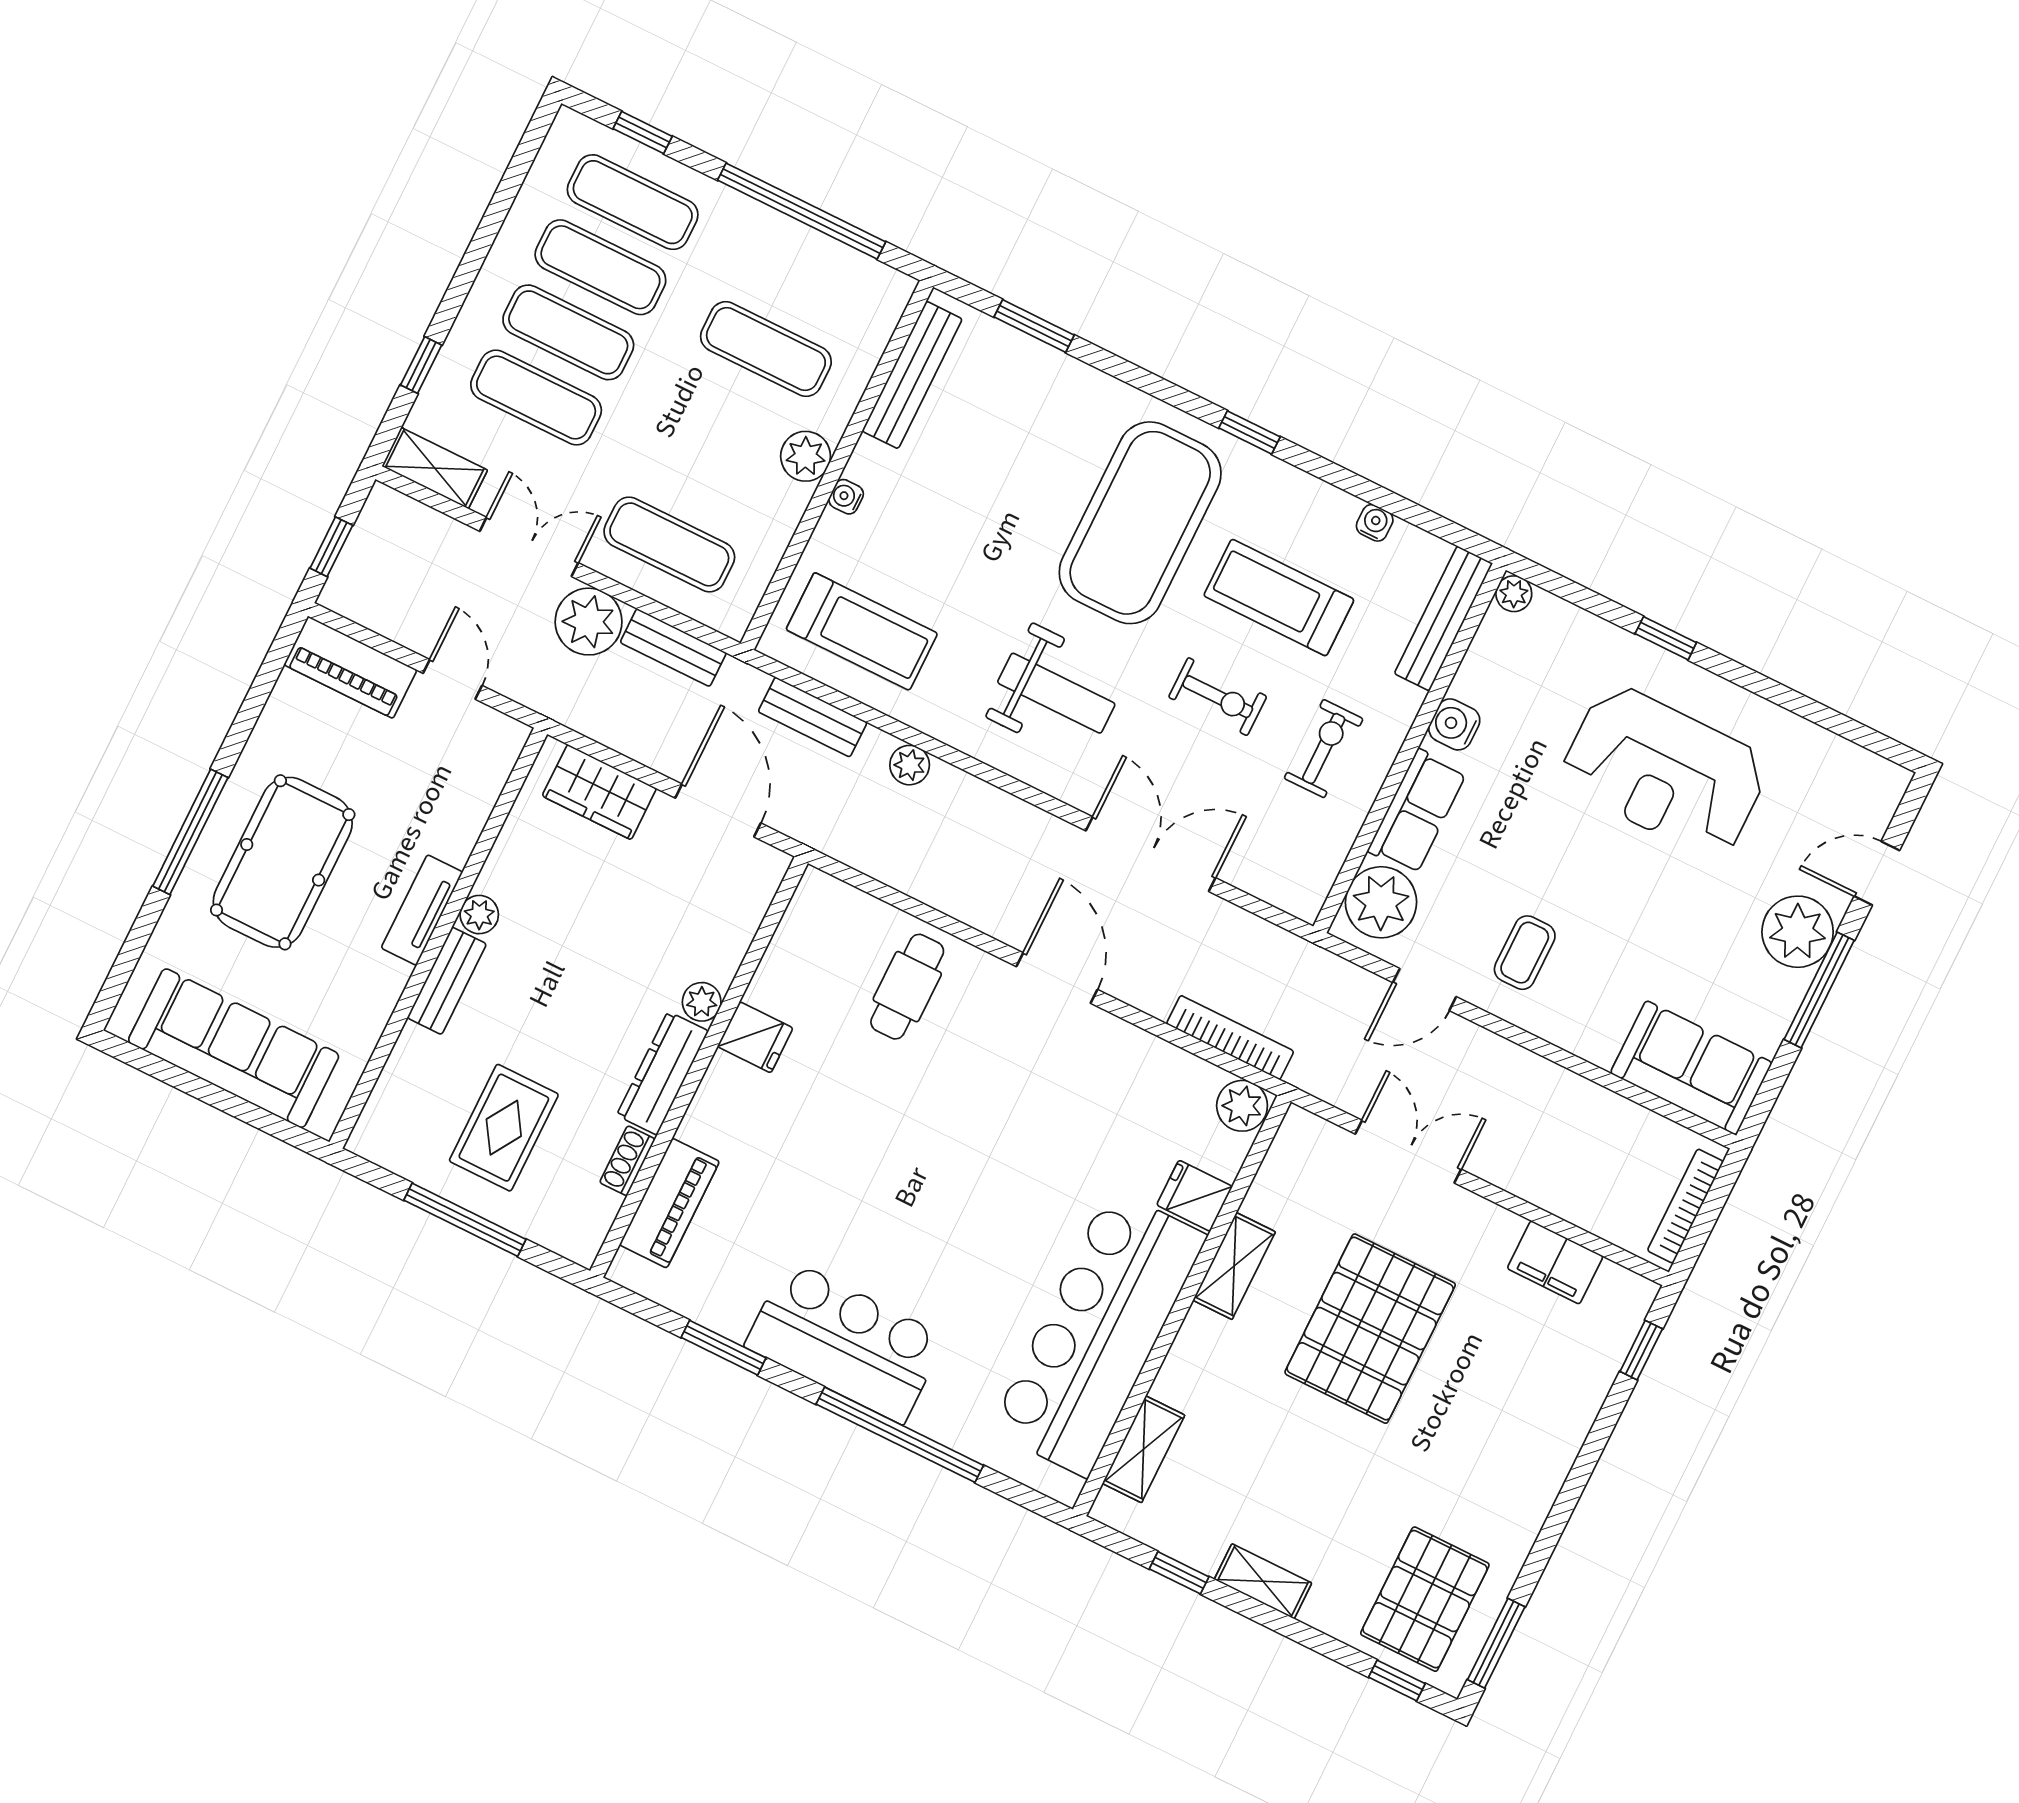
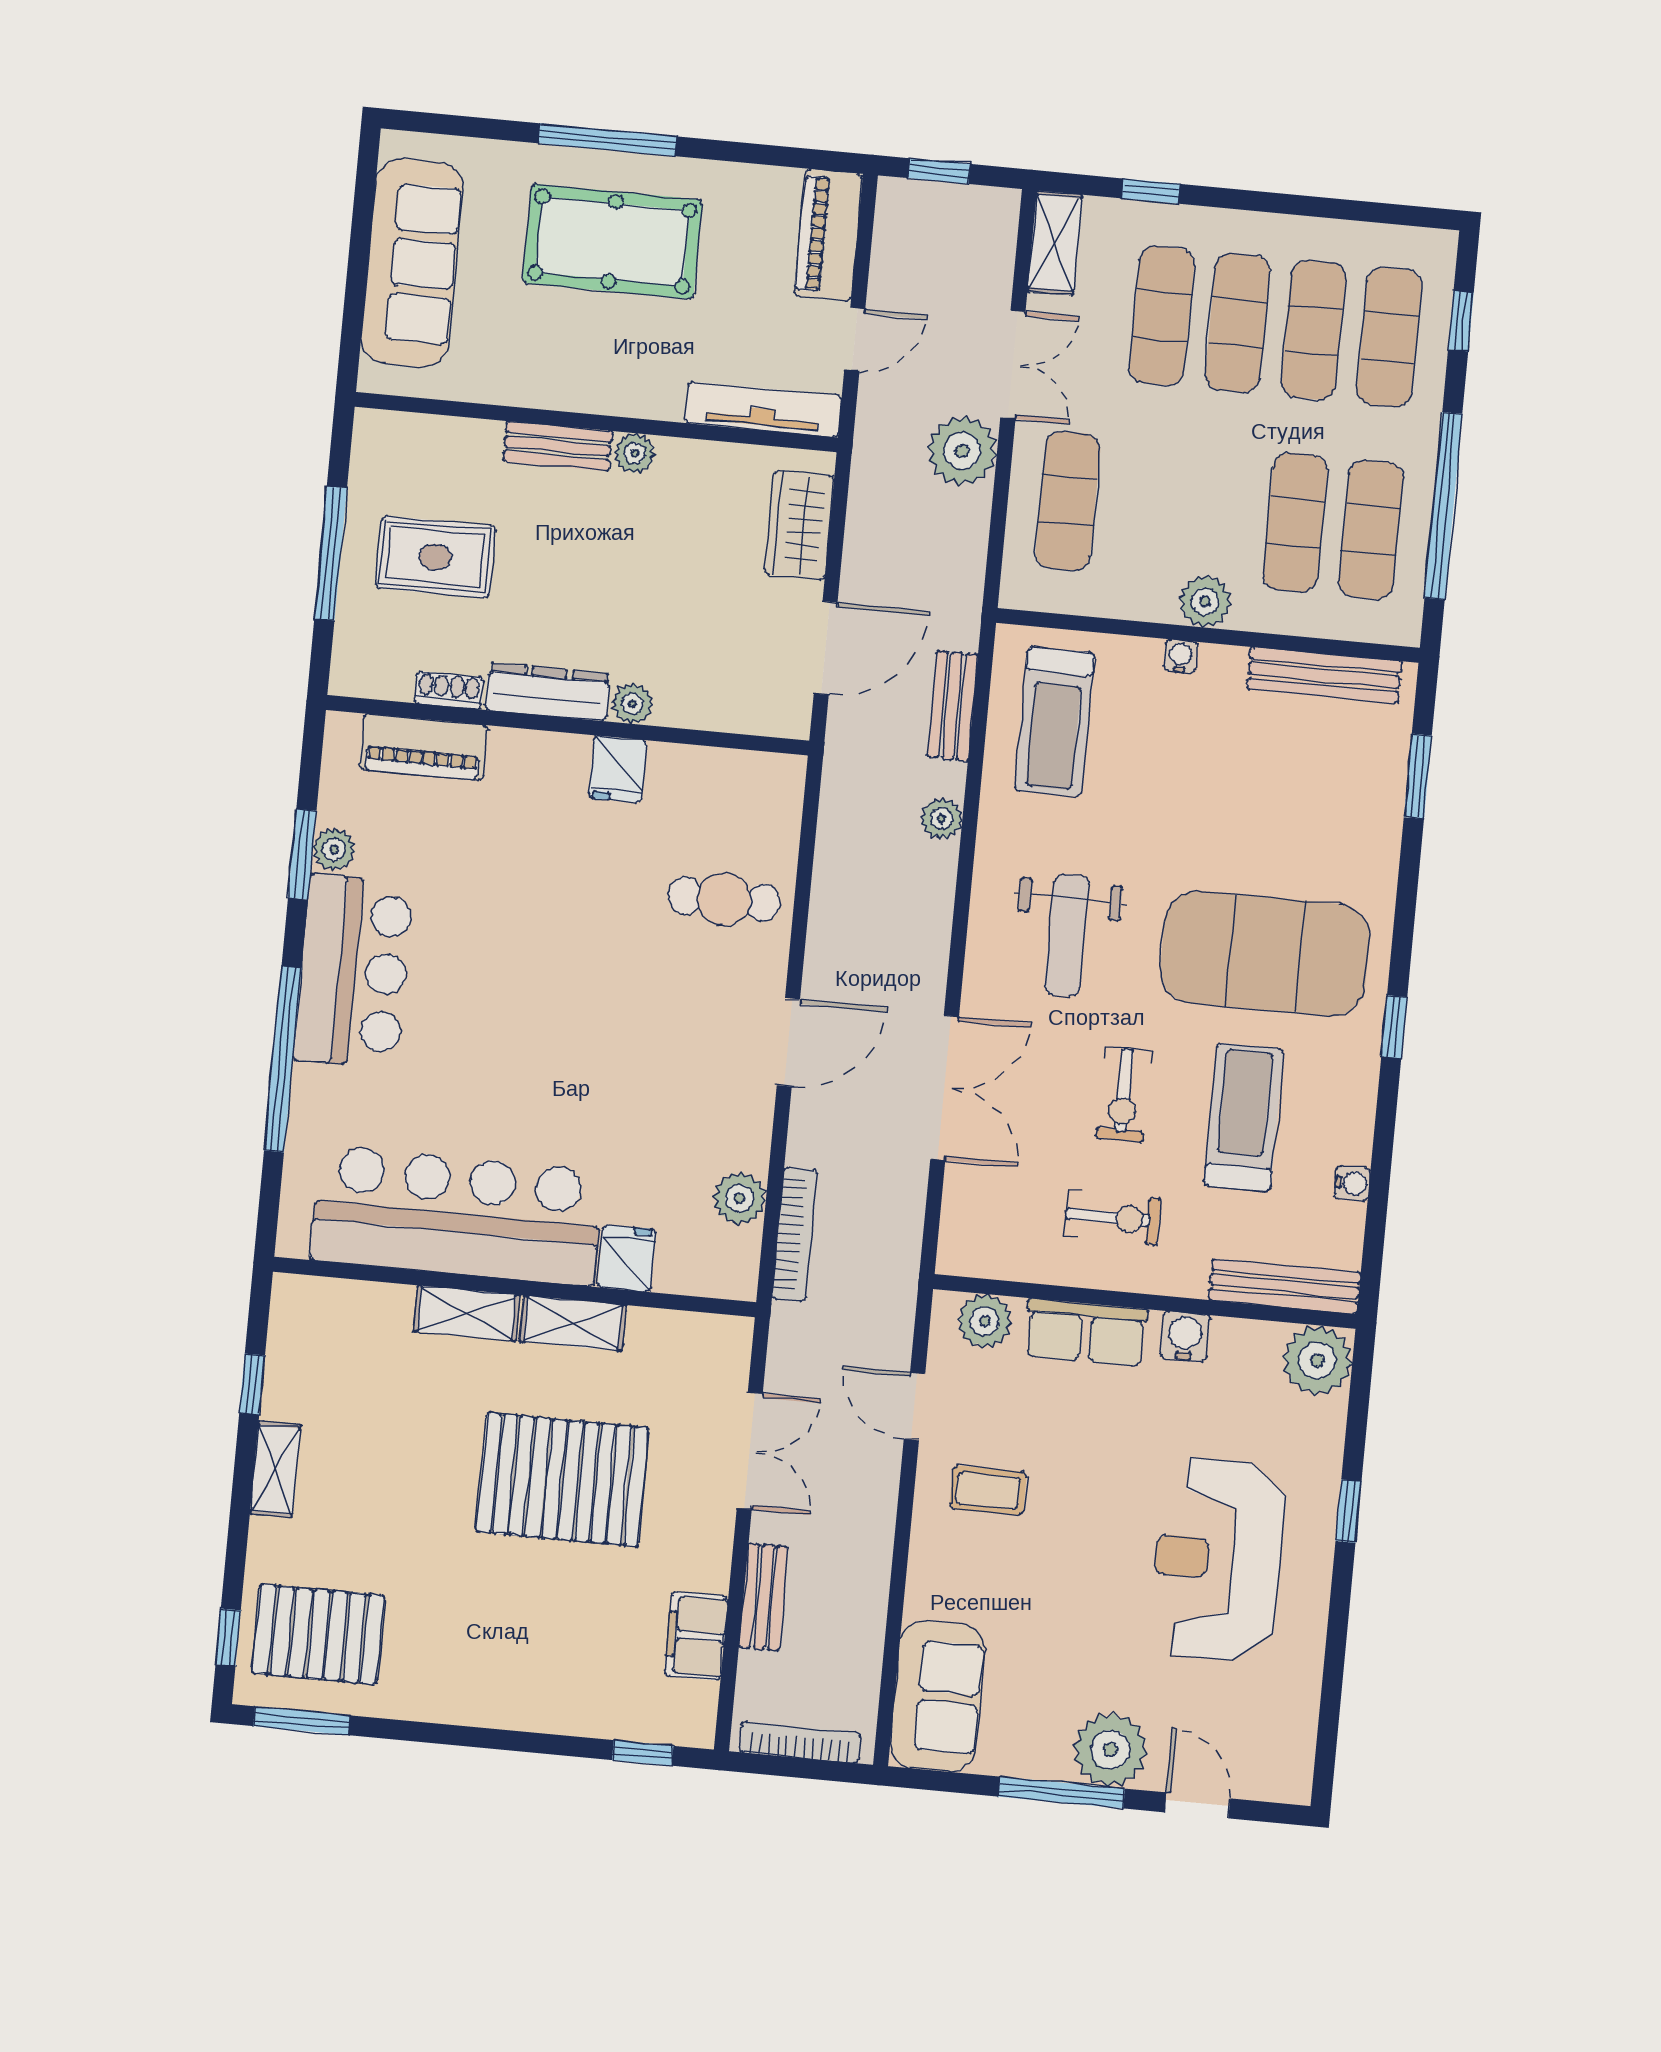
exercise mat: (798, 284) -> (1371, 530), added
plant: (1514, 594) -> (1317, 1361), width x1.88, depth x1.88
bench: (673, 648) -> (764, 1597), moved
plant: (1381, 902) -> (985, 1321), width x0.73, depth x0.73
tv unit: (422, 910) -> (763, 409), moved, width x1.41
plant: (1242, 1106) -> (739, 1198), moved
plant: (730, 1318) -> (334, 850), added
shelving: (1144, 1449) -> (467, 1313), moved

